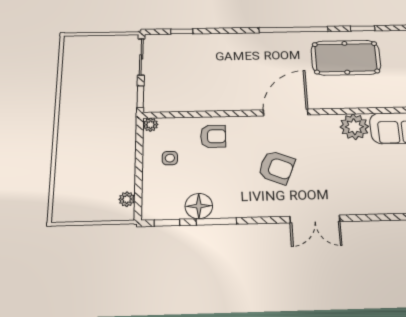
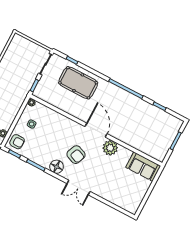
pool table: (346, 58) -> (78, 83), moved
door: (286, 112) -> (96, 130), hinge flipped
plant: (354, 127) -> (110, 148), moved
armchair: (213, 136) -> (17, 142), moved
floor lamp: (199, 206) -> (57, 167), moved

